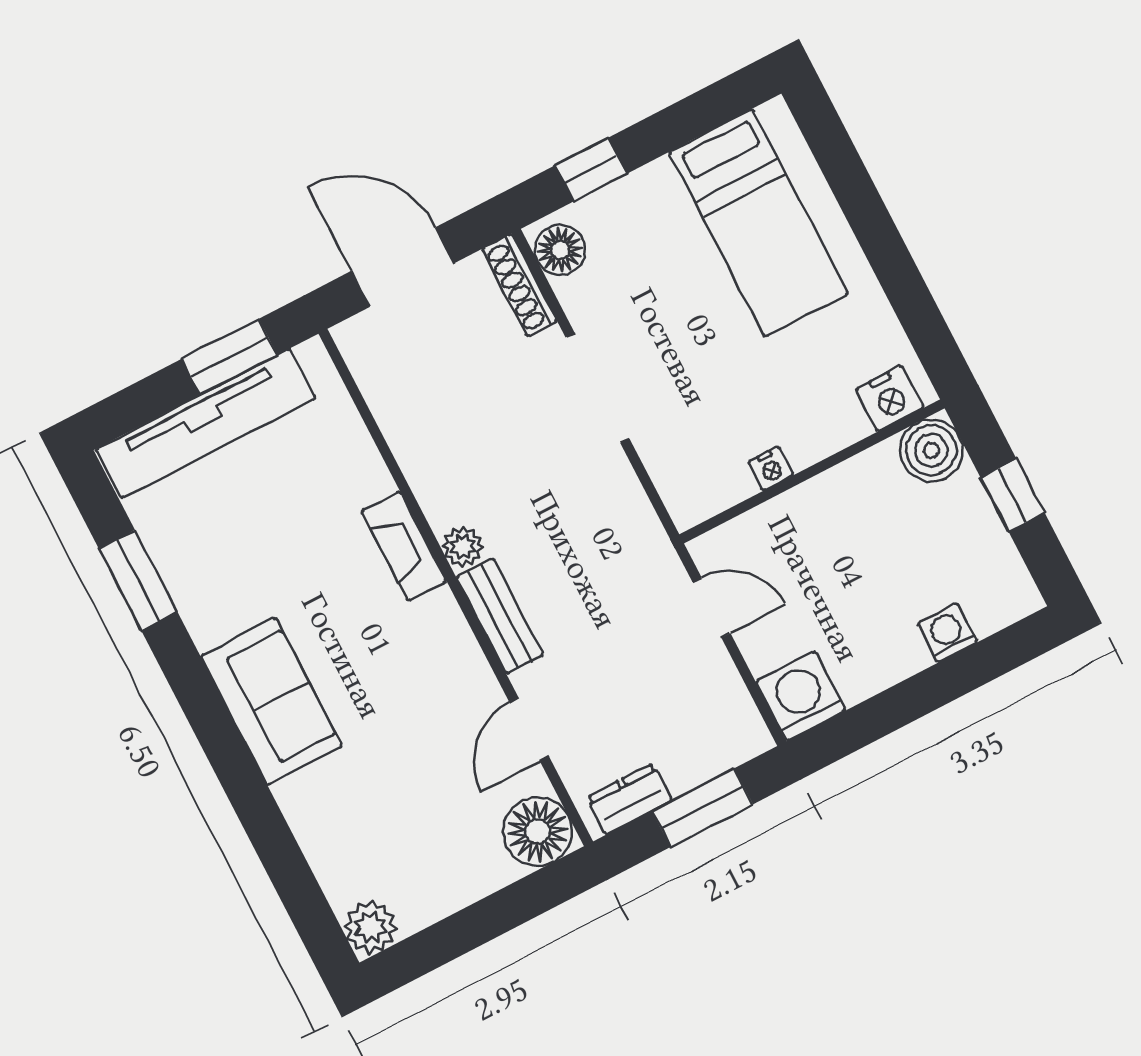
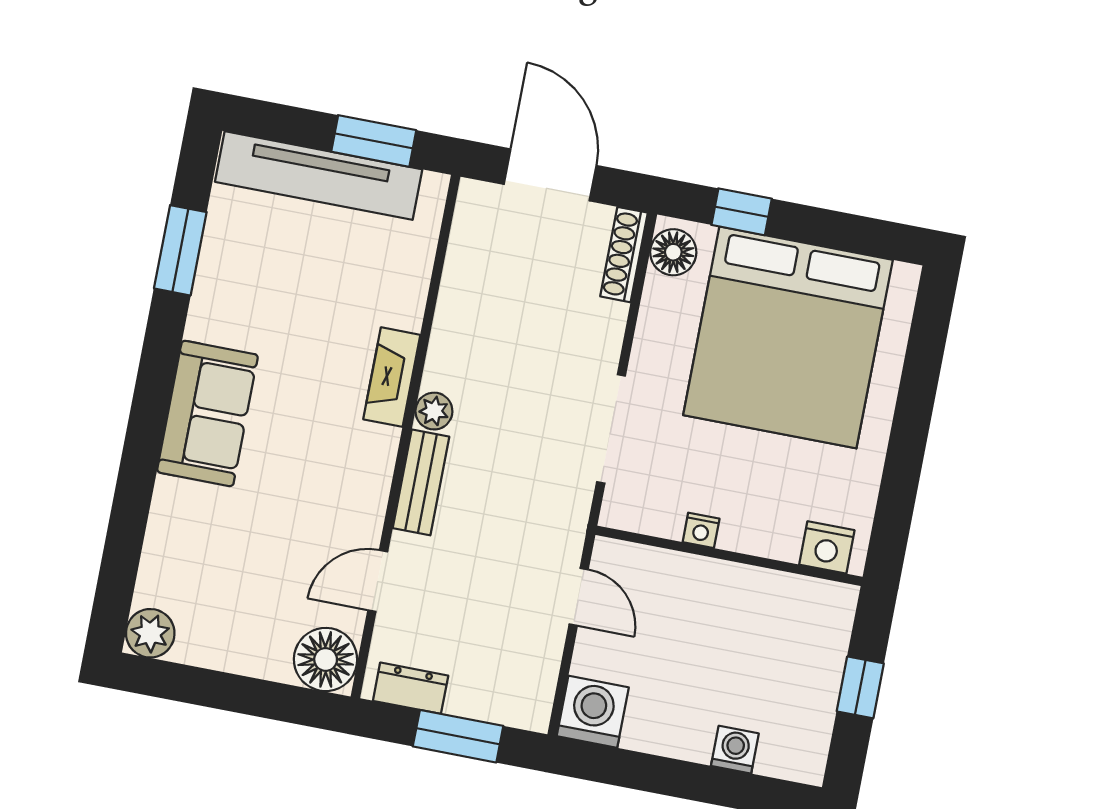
bed: (759, 223) -> (788, 337), width x2.04
doorway: (598, 388) -> (611, 429), moved
boiler: (931, 450) -> (827, 609), removed

